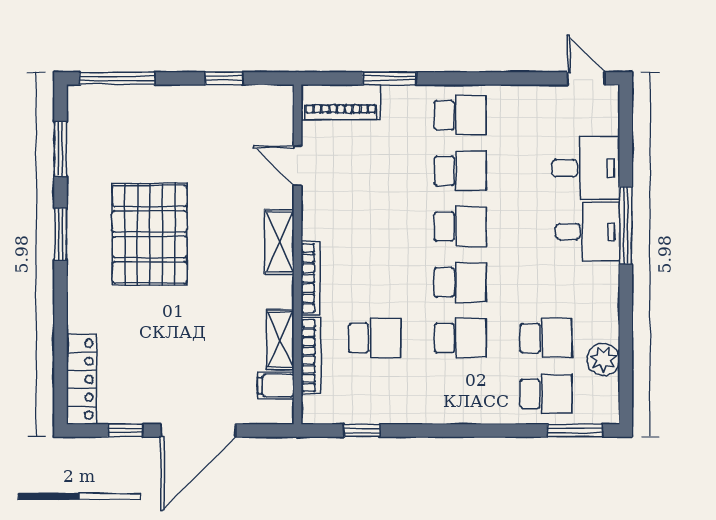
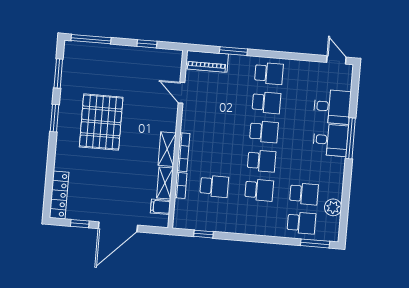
shelving: (279, 242) -> (167, 149), moved
bookcase: (311, 355) -> (181, 185), width x0.64

